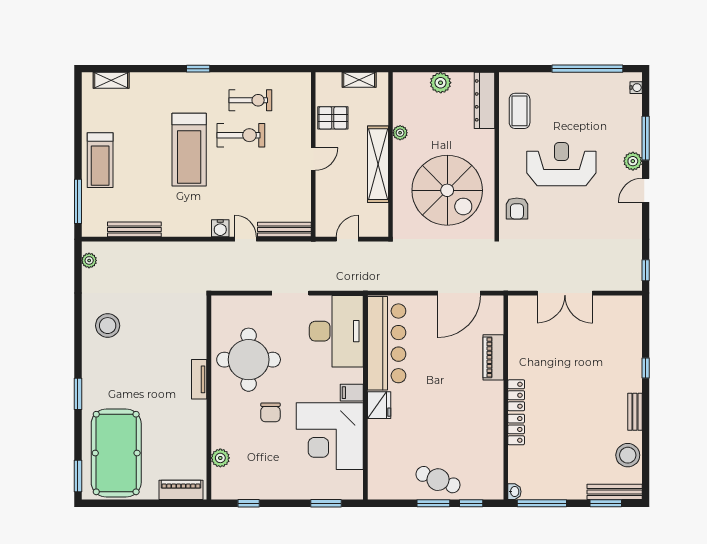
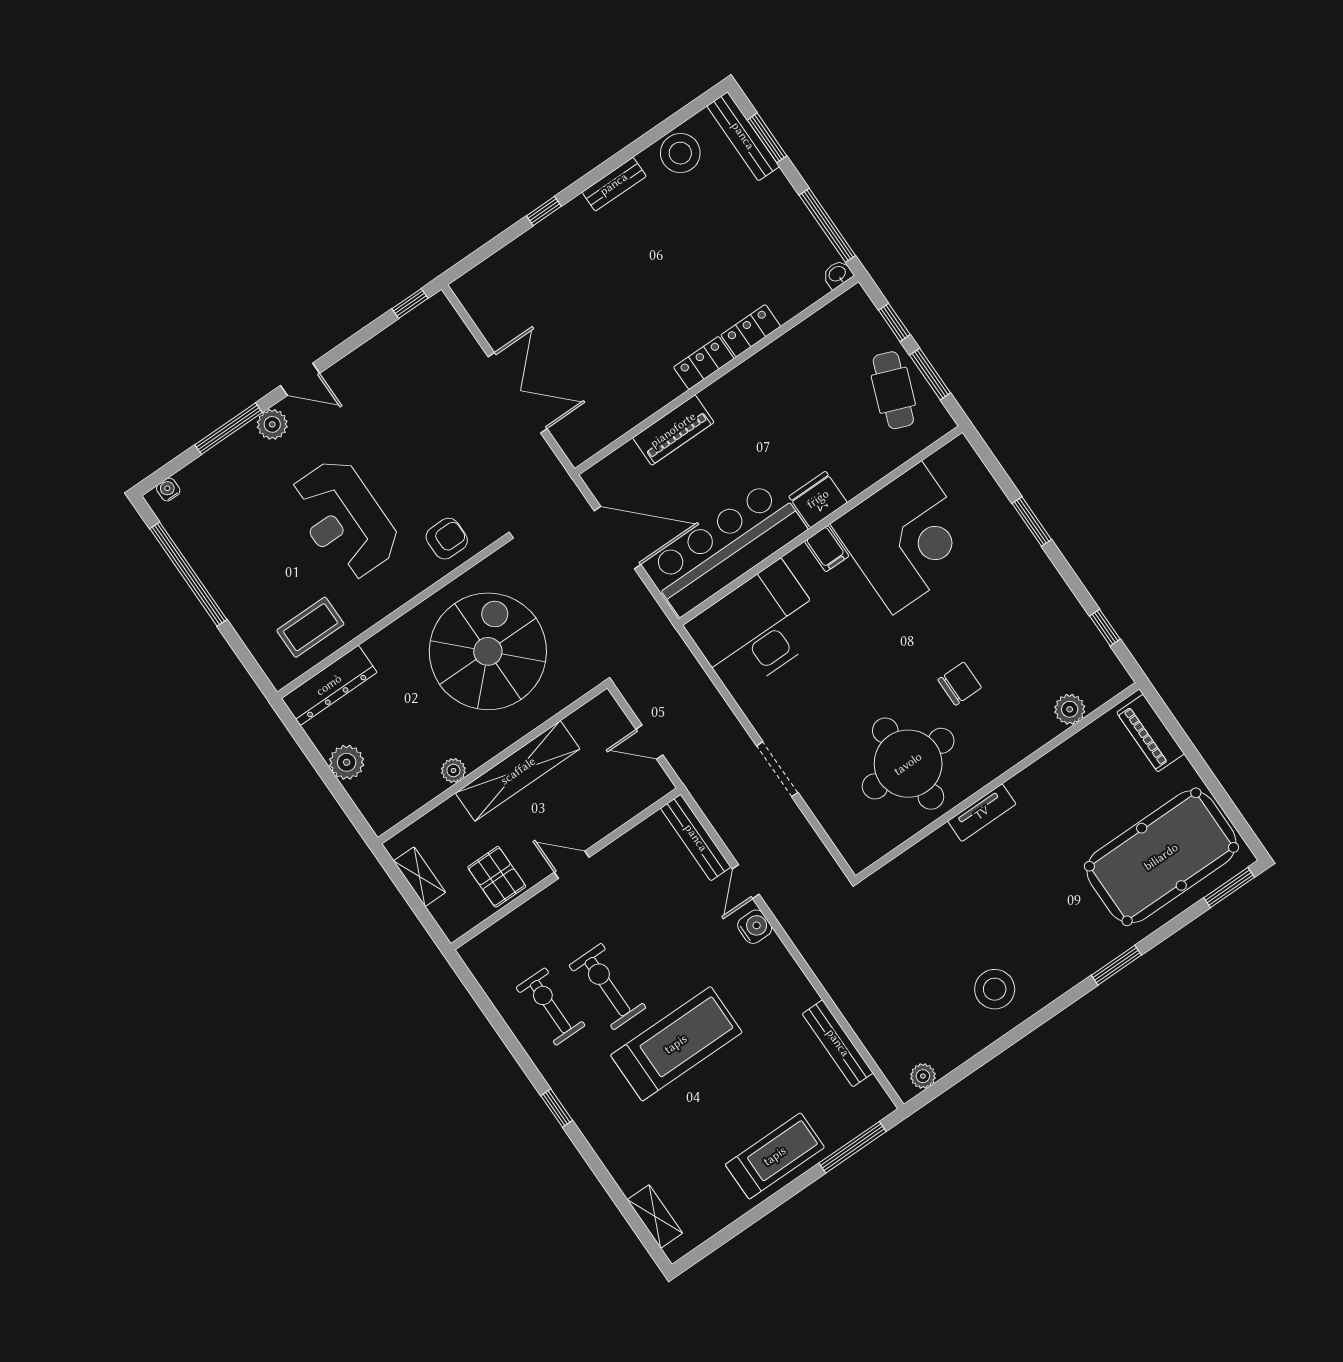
desk: (336, 331) -> (757, 628), moved
bar counter: (387, 343) -> (726, 548), moved
filing cabinet: (352, 393) -> (827, 549), moved
wall: (365, 397) -> (820, 526), moved
fridge: (379, 405) -> (818, 499), moved
corner desk: (330, 436) -> (907, 538), moved

